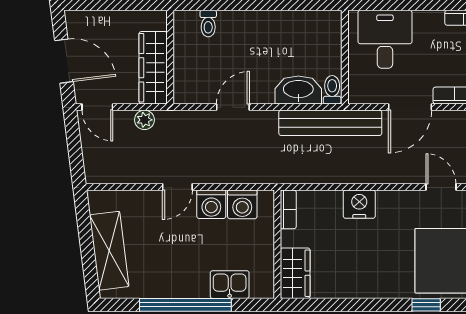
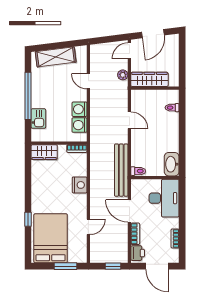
desk: (385, 39) -> (164, 198), width x1.37
washbasin: (298, 90) -> (172, 164), moved, turned 180
door: (177, 187) -> (88, 81), moved

